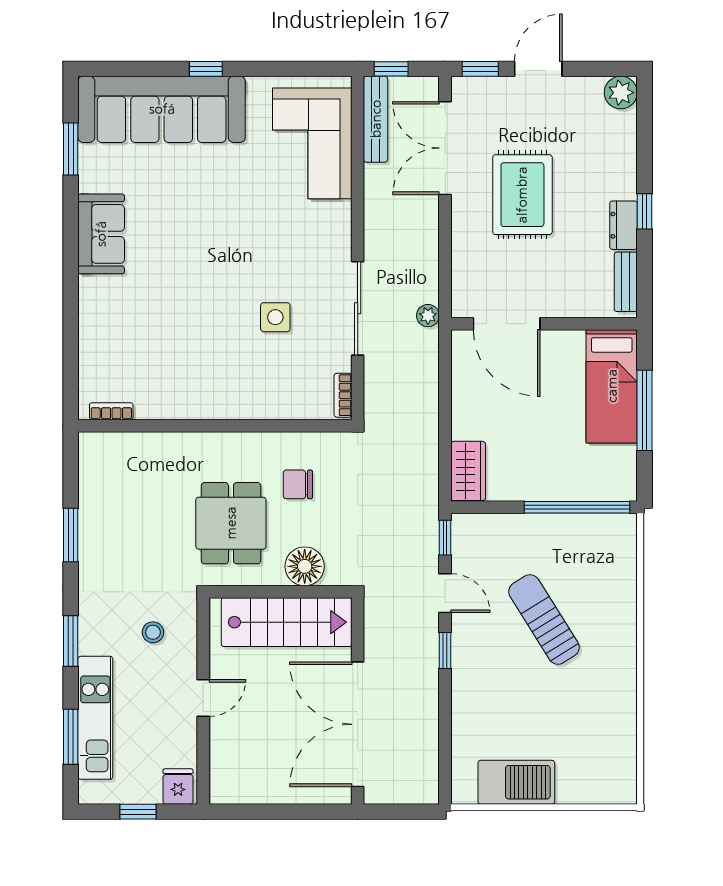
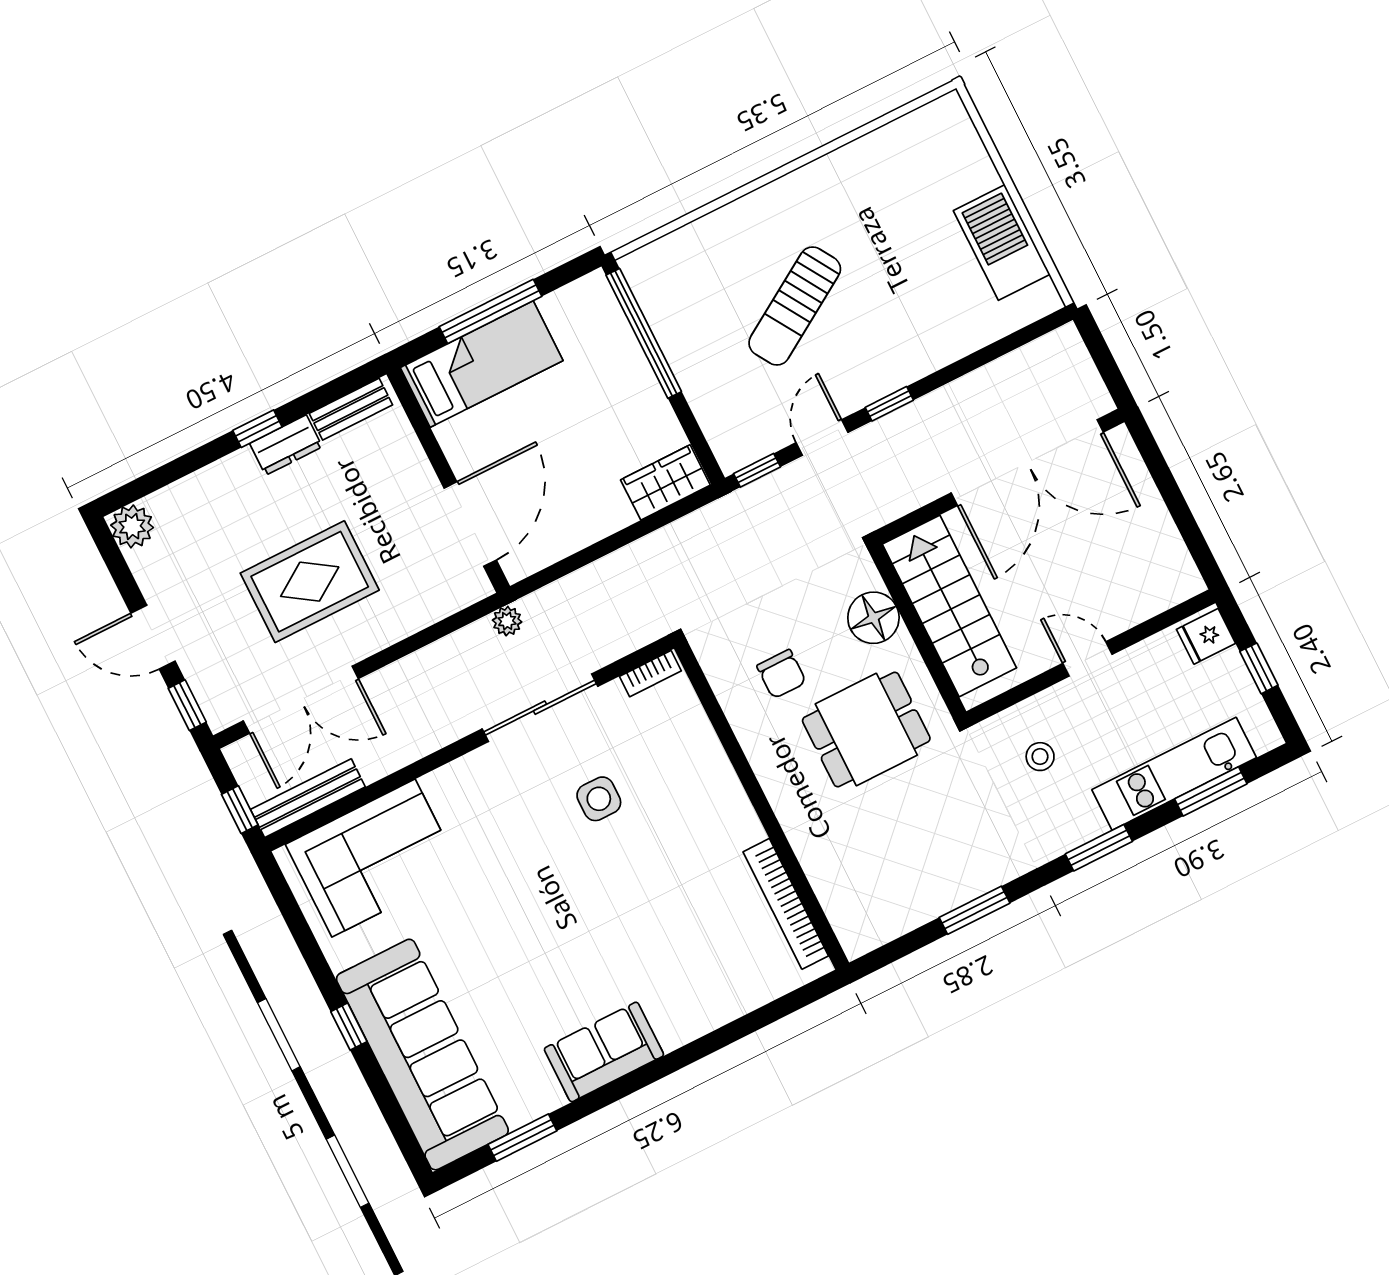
bookcase: (111, 411) -> (786, 904), width x2.31, depth x1.31

